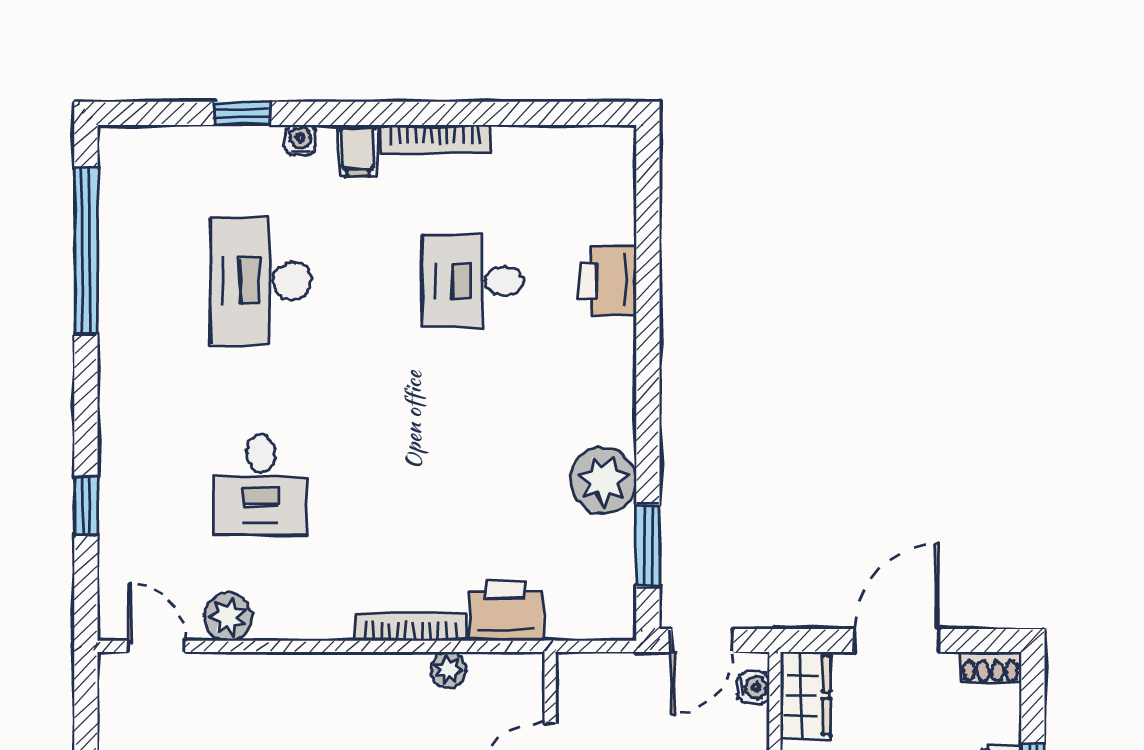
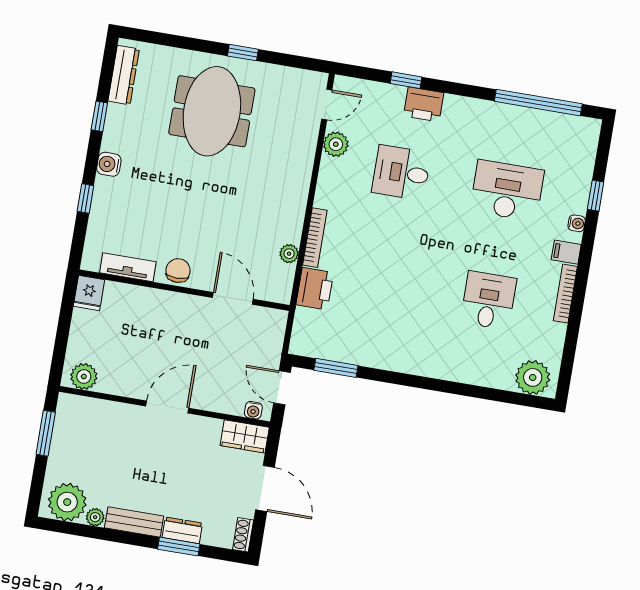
printer: (608, 280) -> (424, 104), moved, turned 180
plant: (603, 481) -> (533, 377), moved

